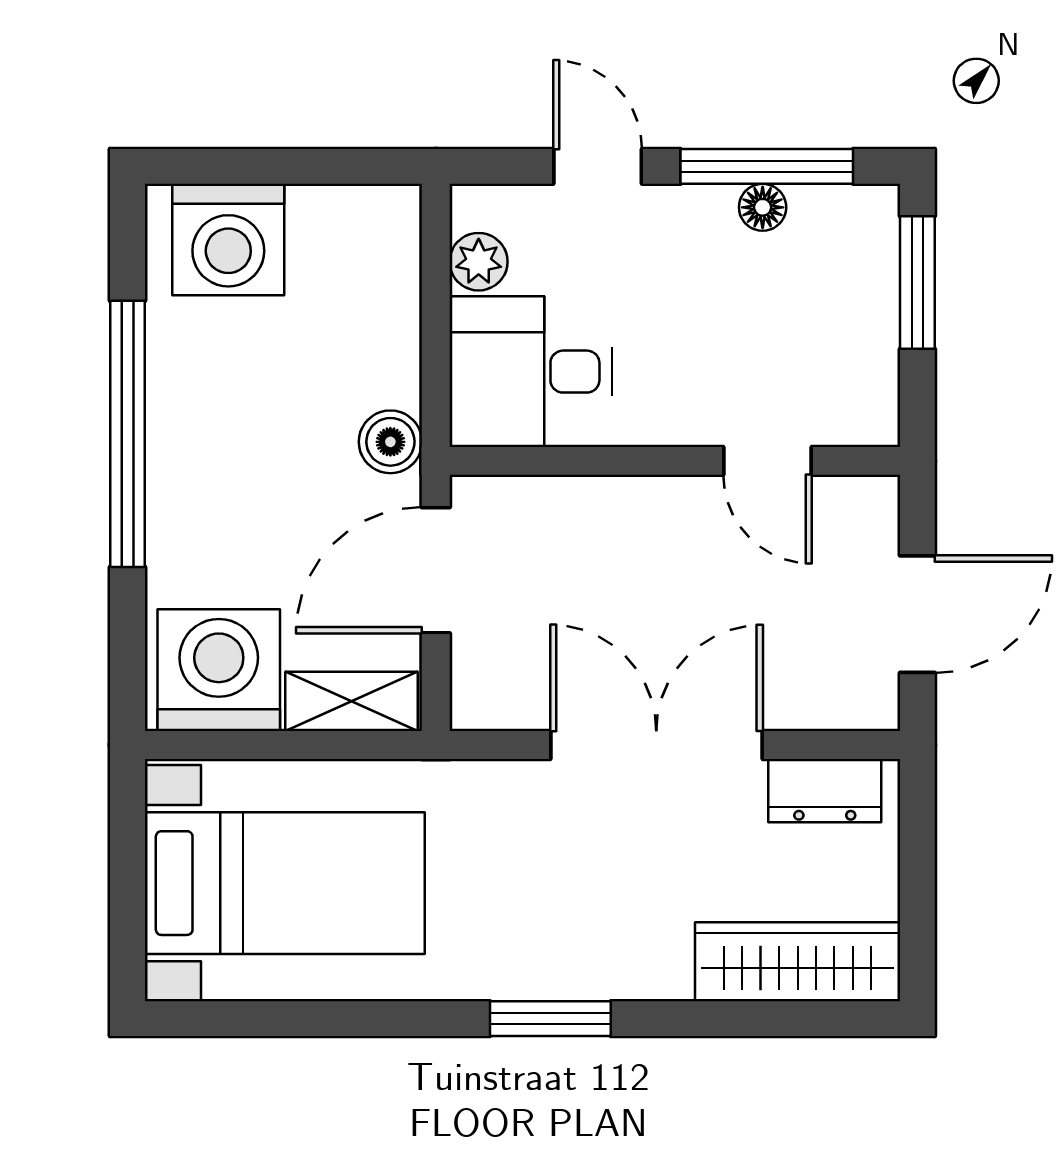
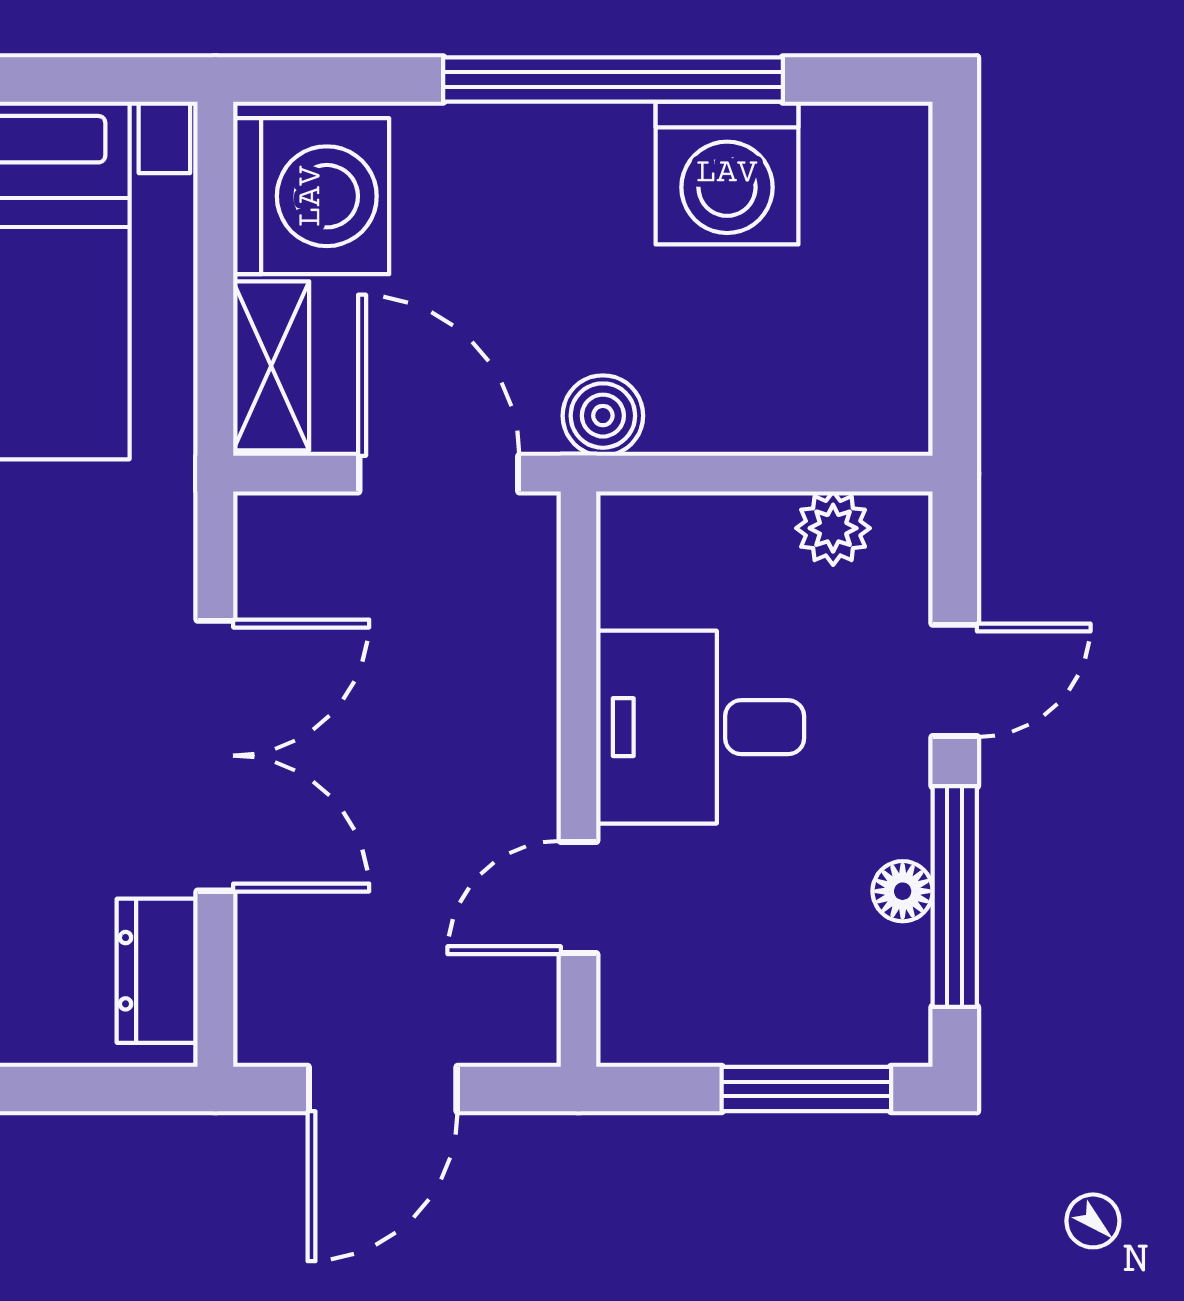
washing machine: (228, 240) -> (727, 173), moved, turned -90
desk: (531, 372) -> (700, 727), moved, turned -90
door: (917, 614) -> (383, 1089), hinge flipped

